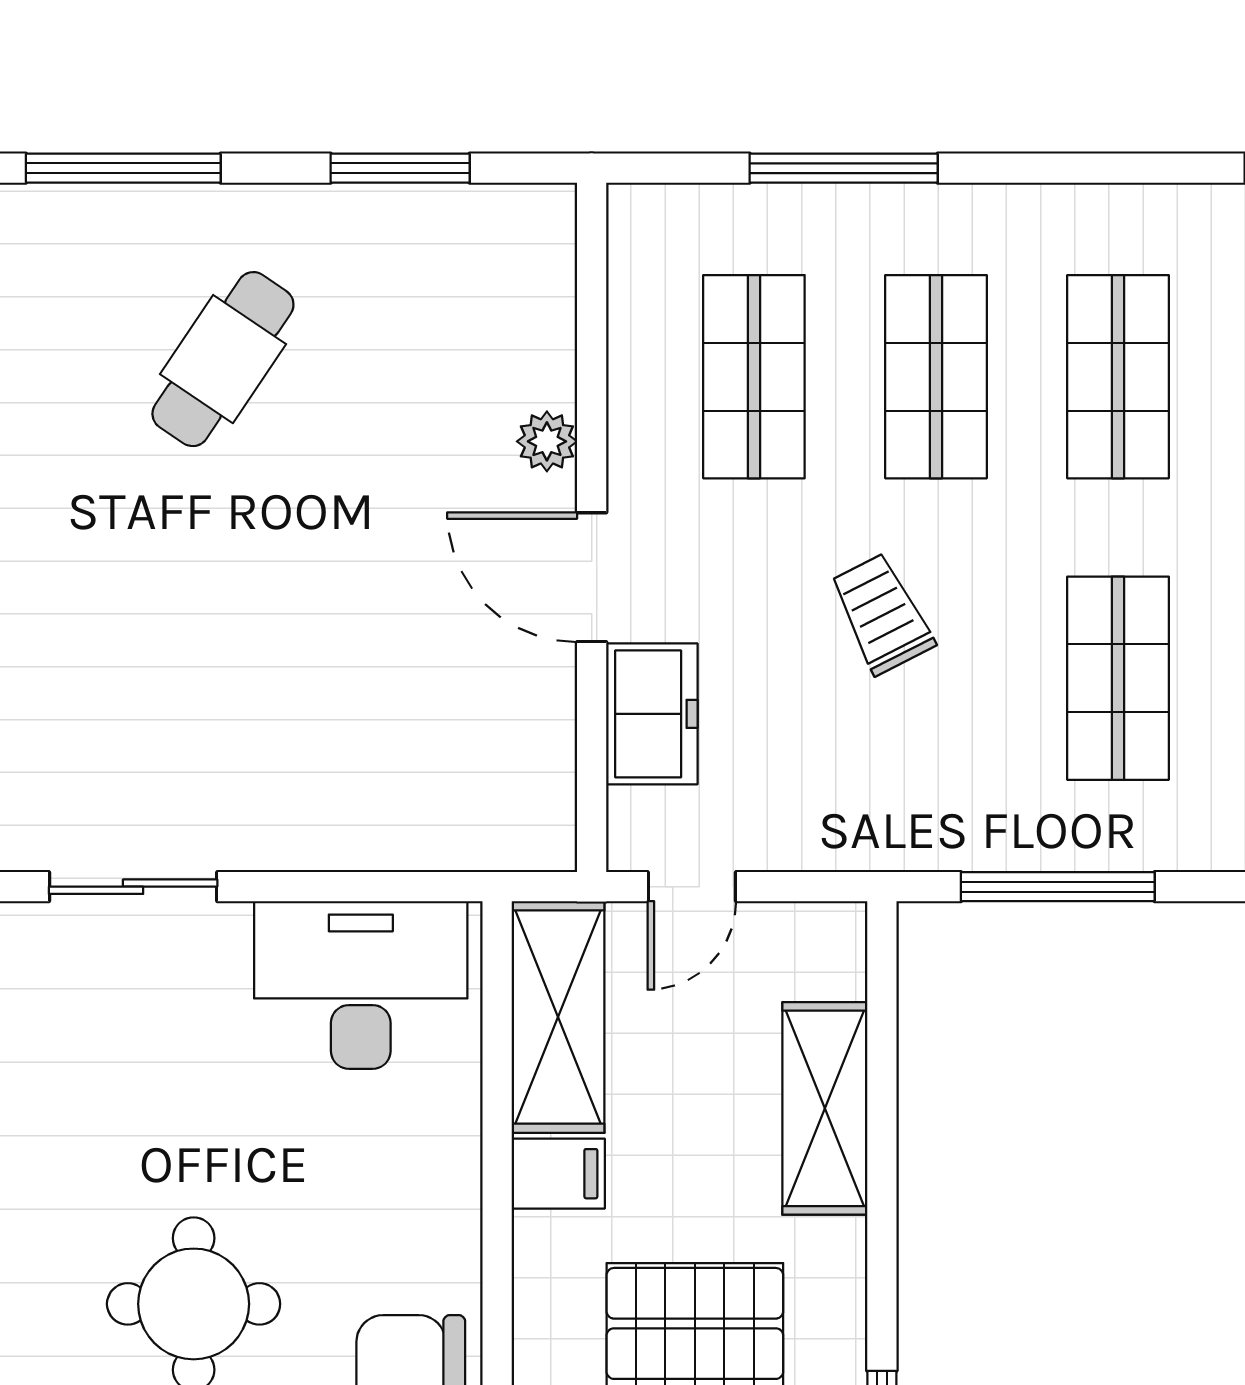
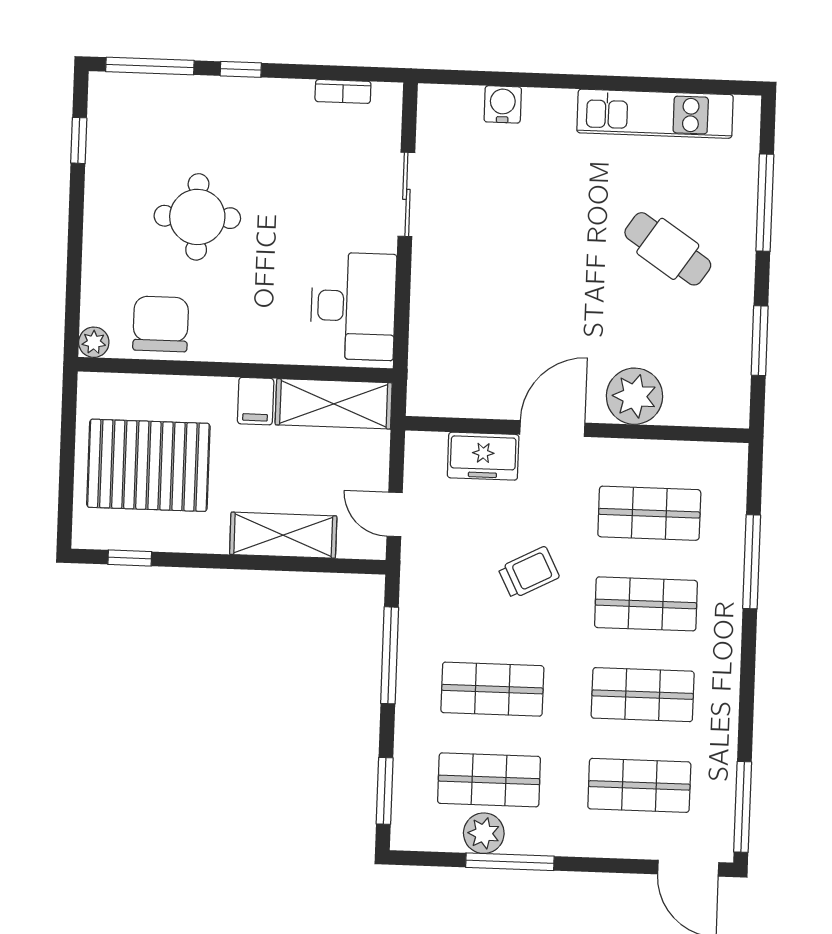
plant: (547, 441) -> (634, 396), width x1.87, depth x1.87
door: (692, 887) -> (395, 514), moved

